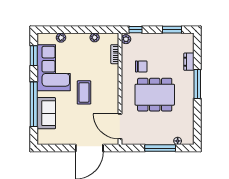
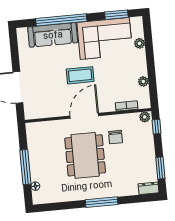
dresser: (189, 62) -> (149, 188), moved
sofa: (46, 113) -> (53, 35), width x1.36
door: (120, 126) -> (84, 116), moved

